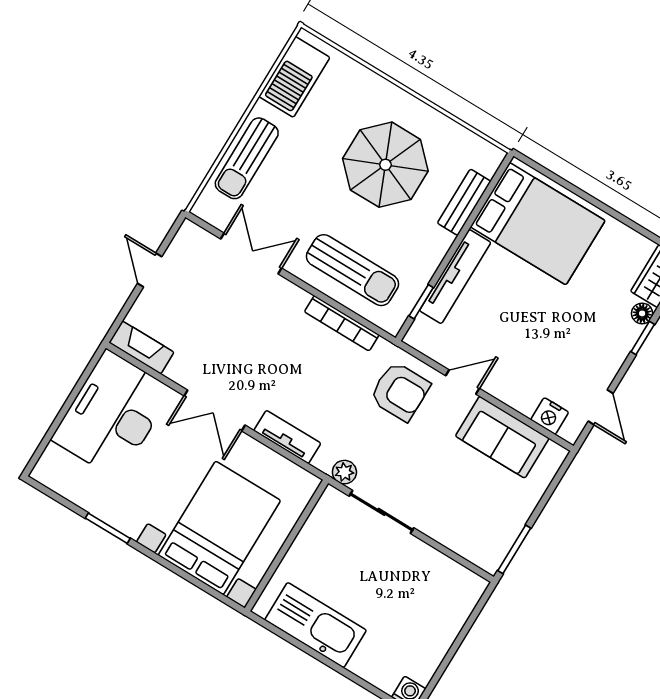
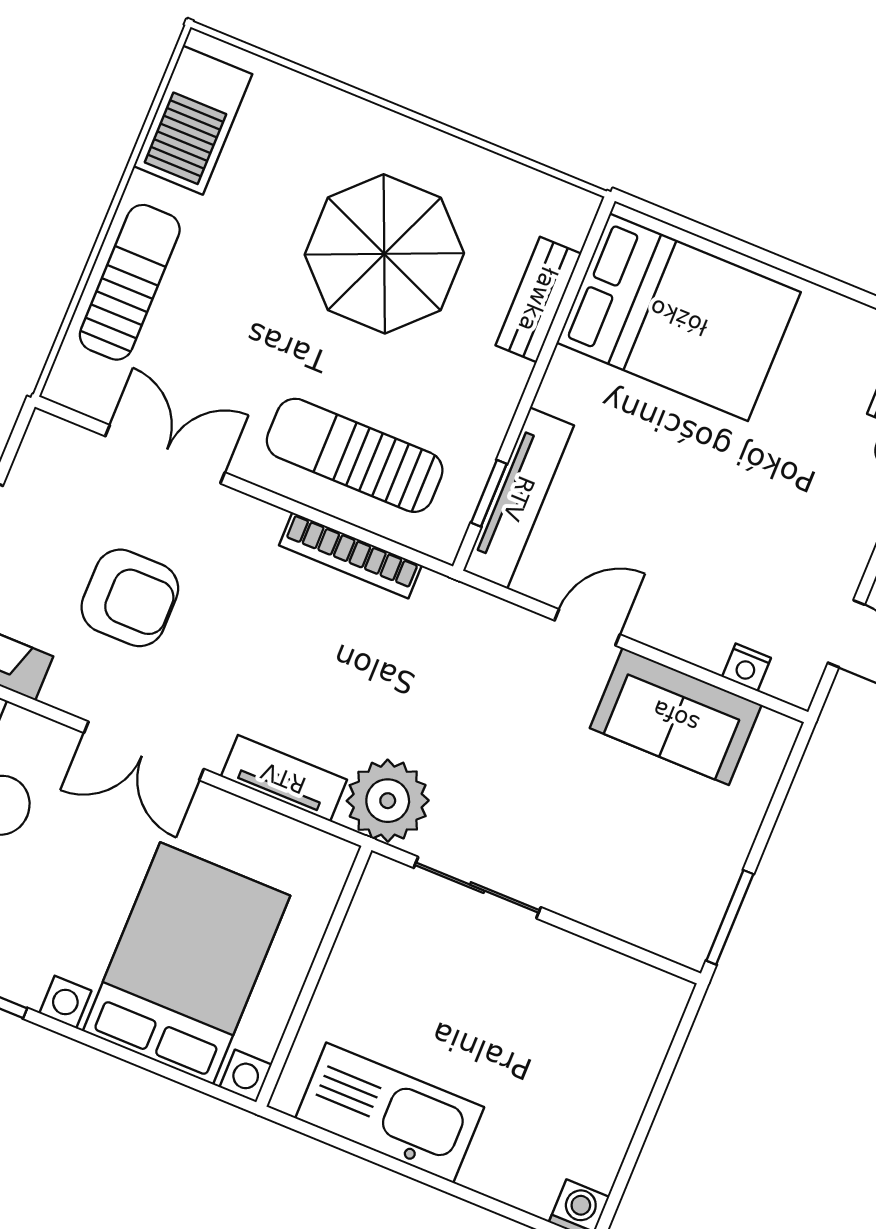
sun lounger: (247, 158) -> (130, 282), turned 180
sun lounger: (353, 270) -> (355, 455), turned 180
tv unit: (455, 277) -> (519, 498), moved
armchair: (400, 391) -> (130, 598), moved
nightstand: (550, 416) -> (746, 667), width x0.72, depth x0.74
plant: (344, 472) -> (388, 801), width x1.87, depth x1.87

